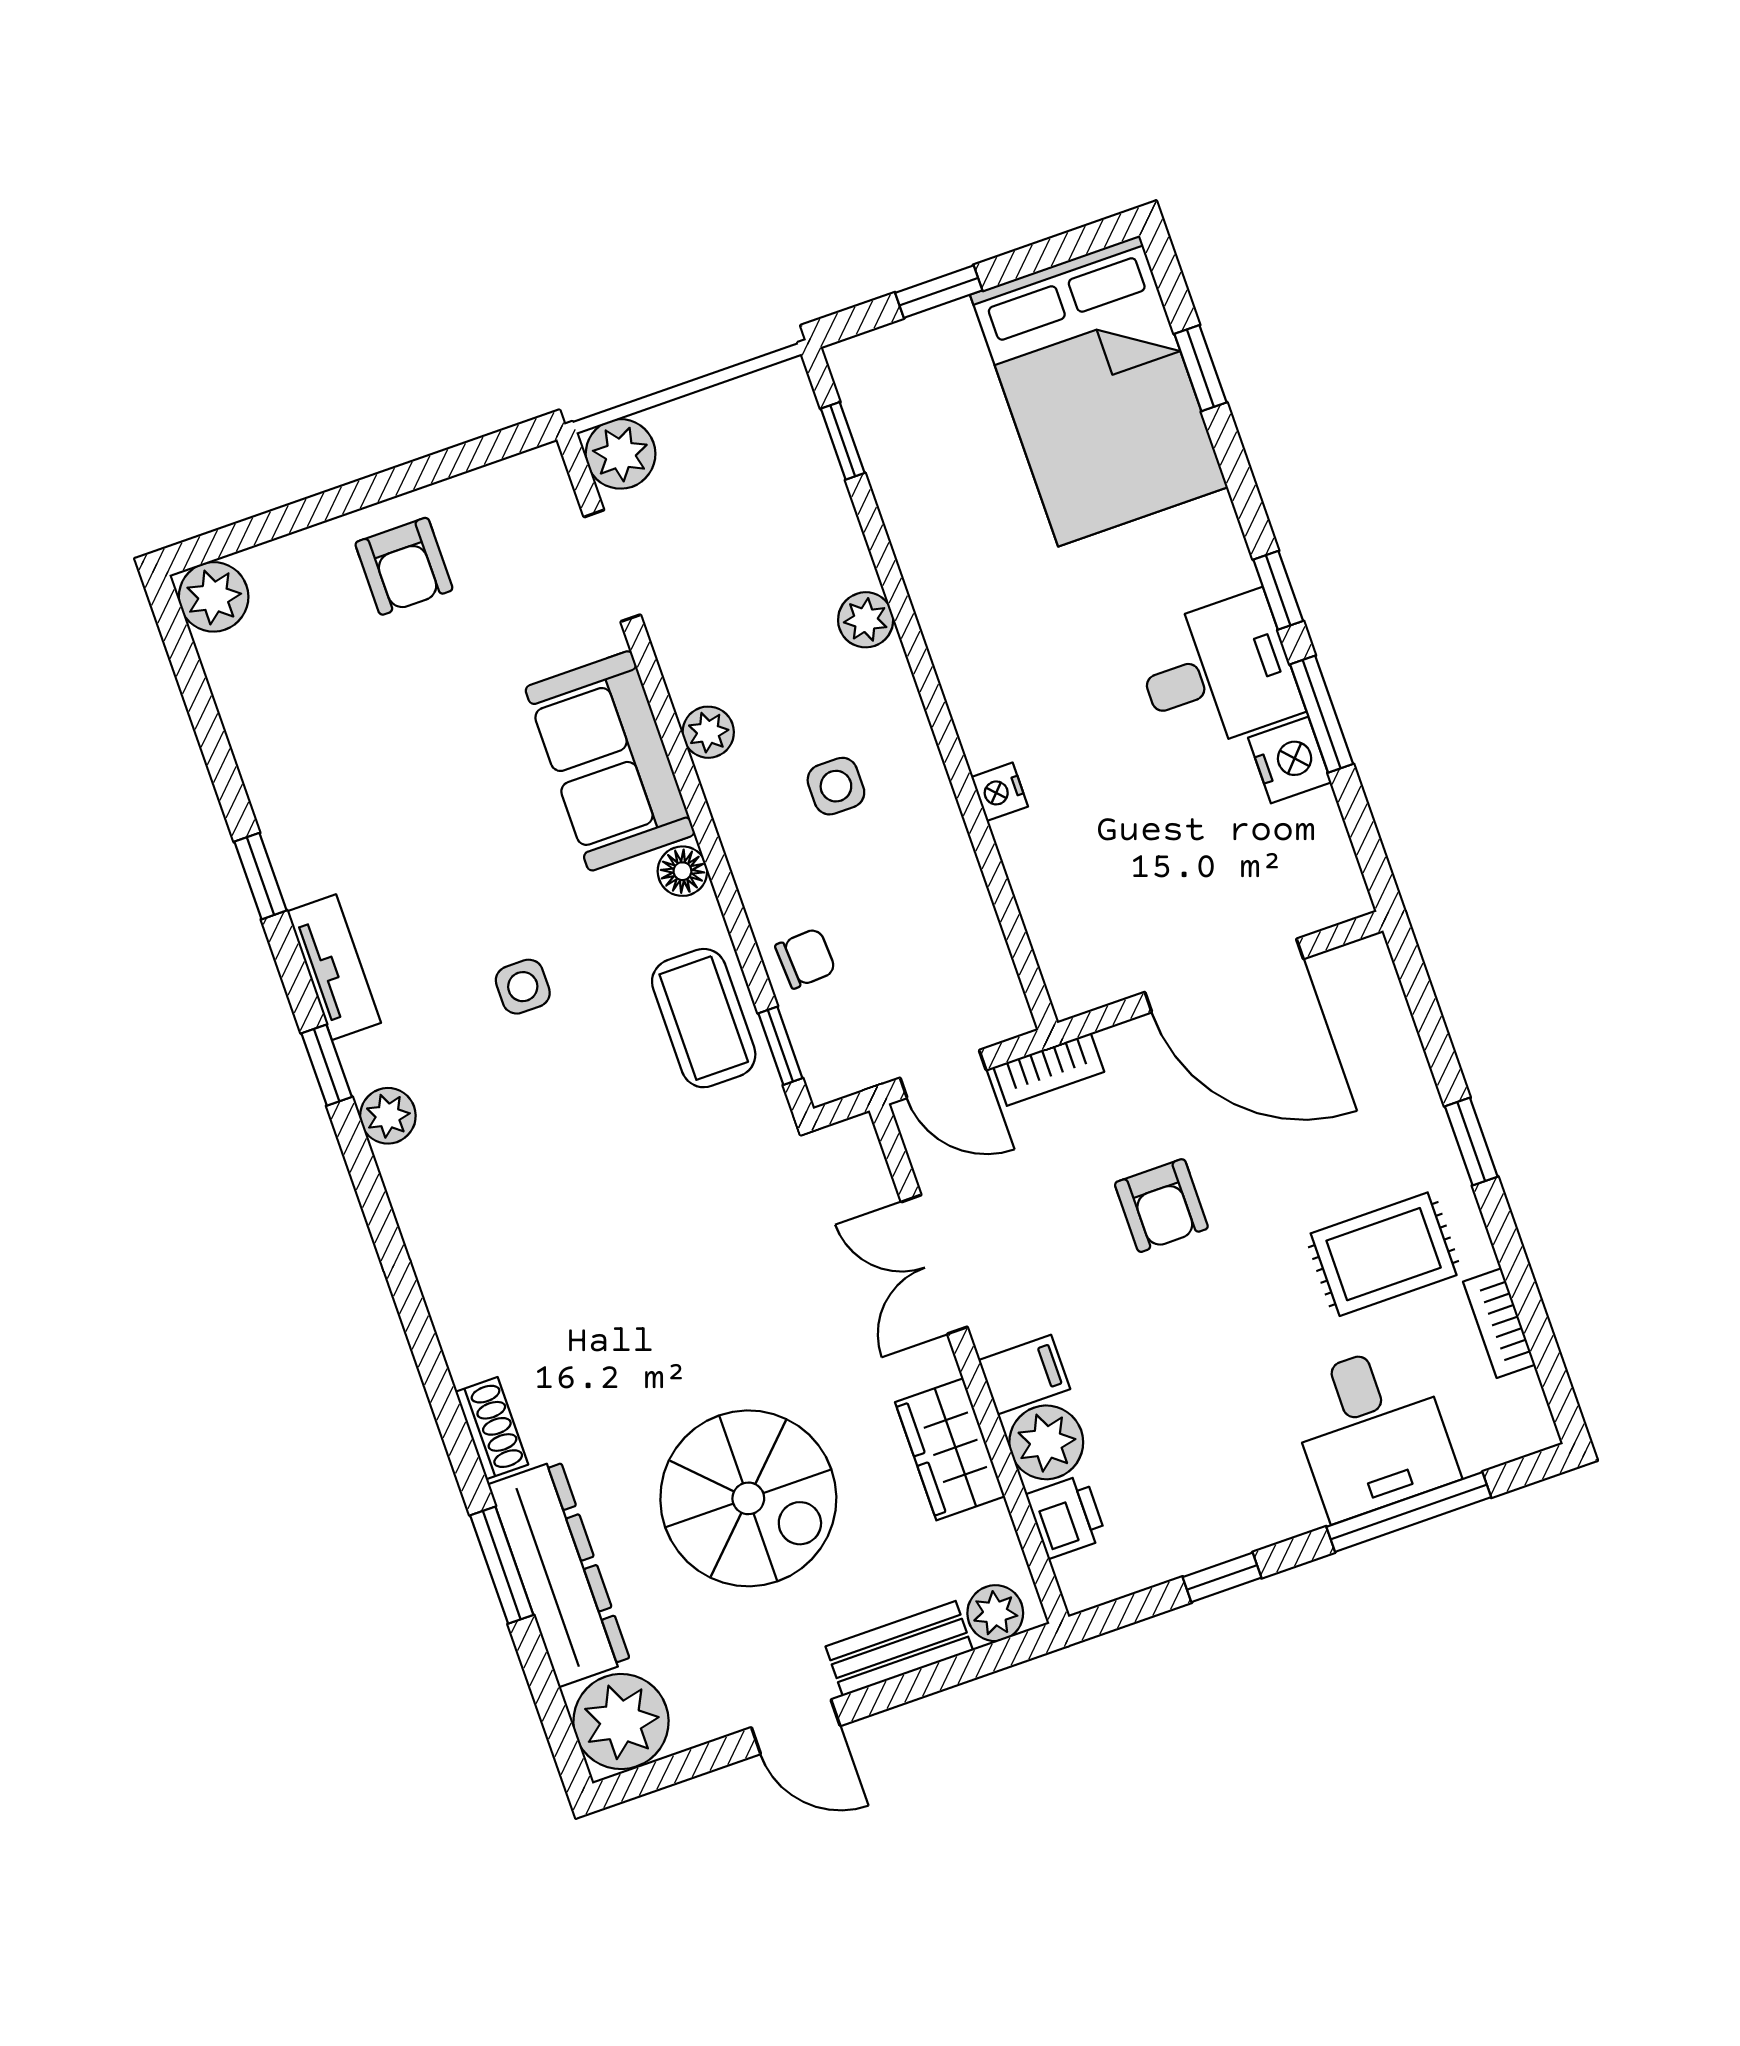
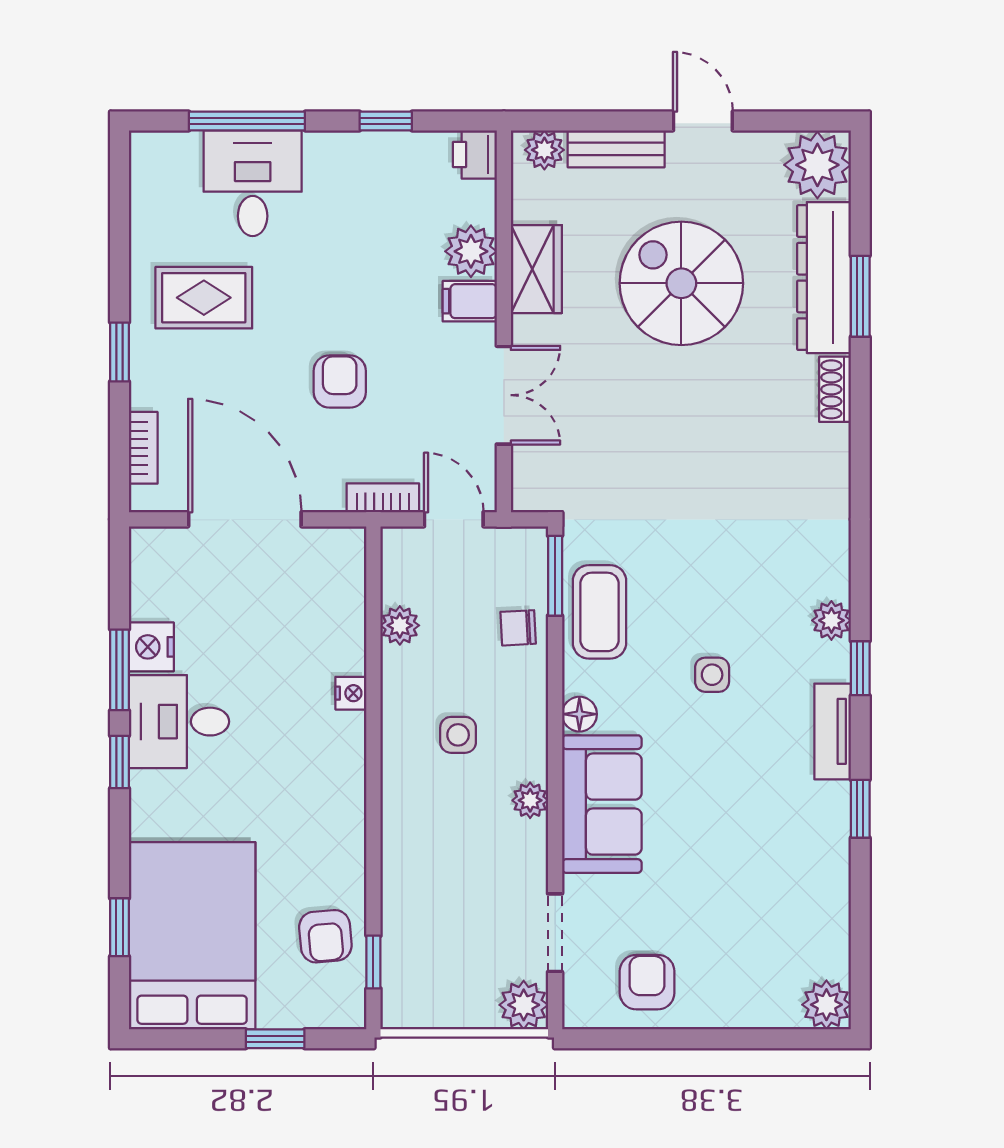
armchair: (919, 453) -> (325, 936), added
armchair: (404, 566) -> (647, 982), moved
plant: (866, 620) -> (400, 625), moved
window: (780, 1046) -> (555, 576), width x1.50
bookcase: (1499, 1323) -> (143, 448), moved
printer: (1066, 1517) -> (475, 155), moved

